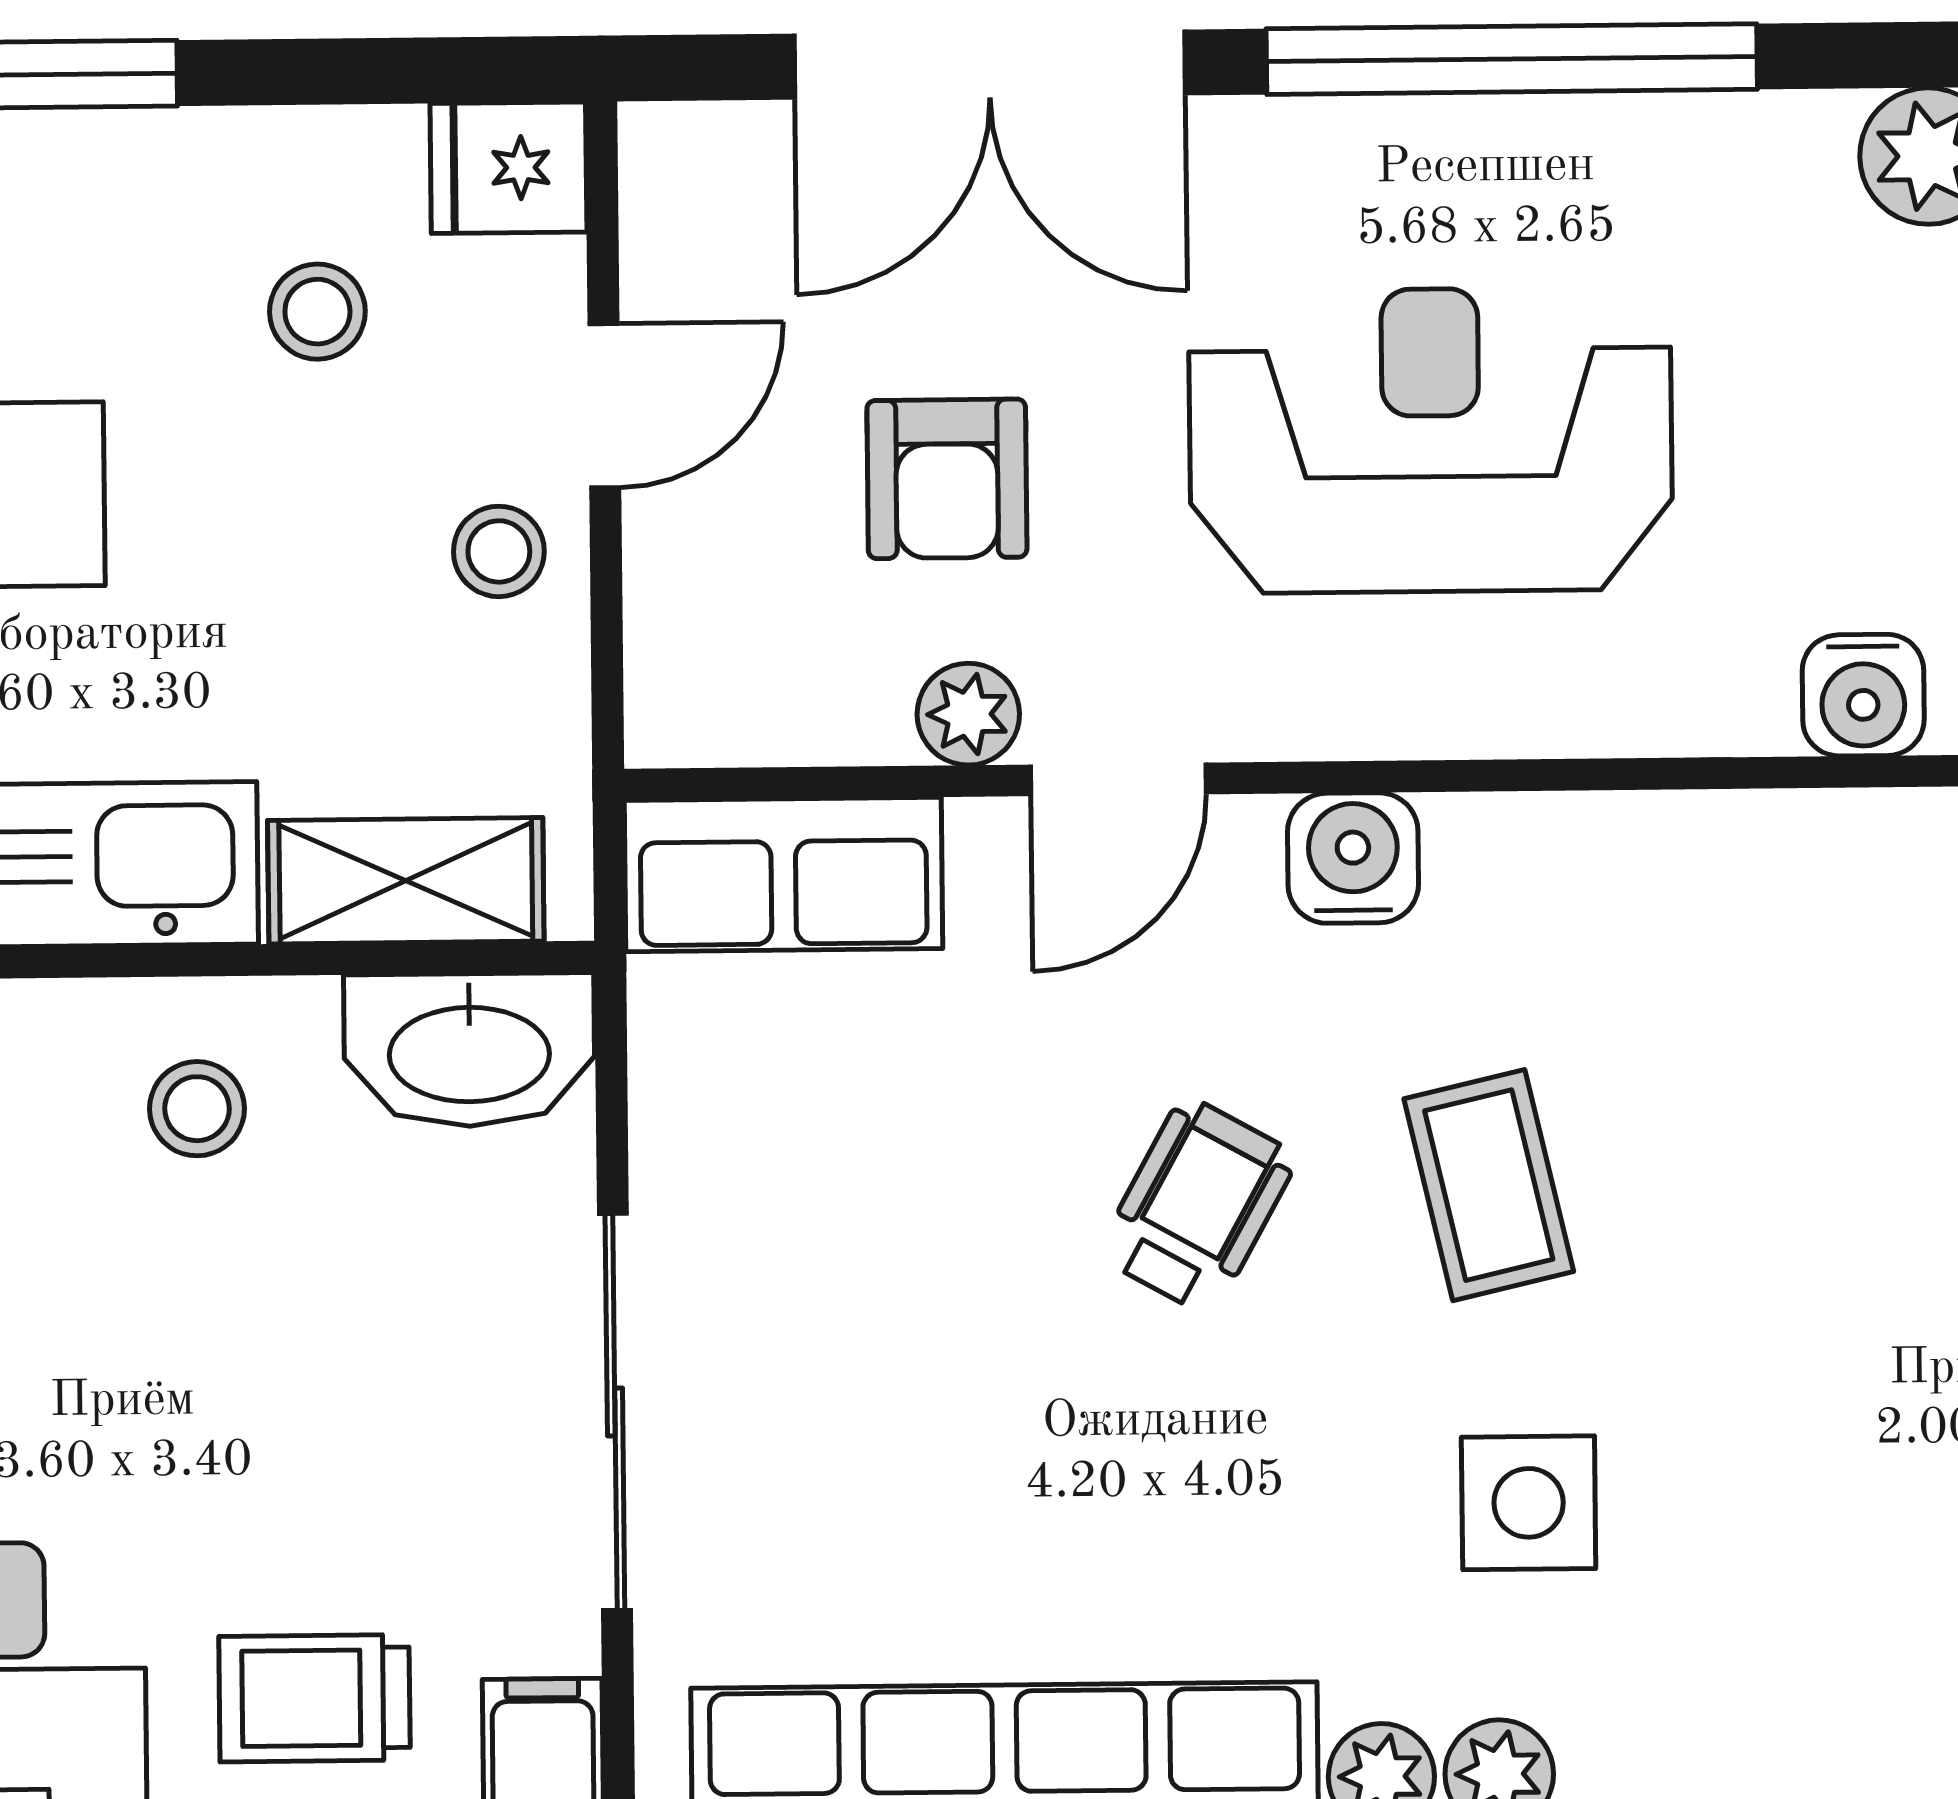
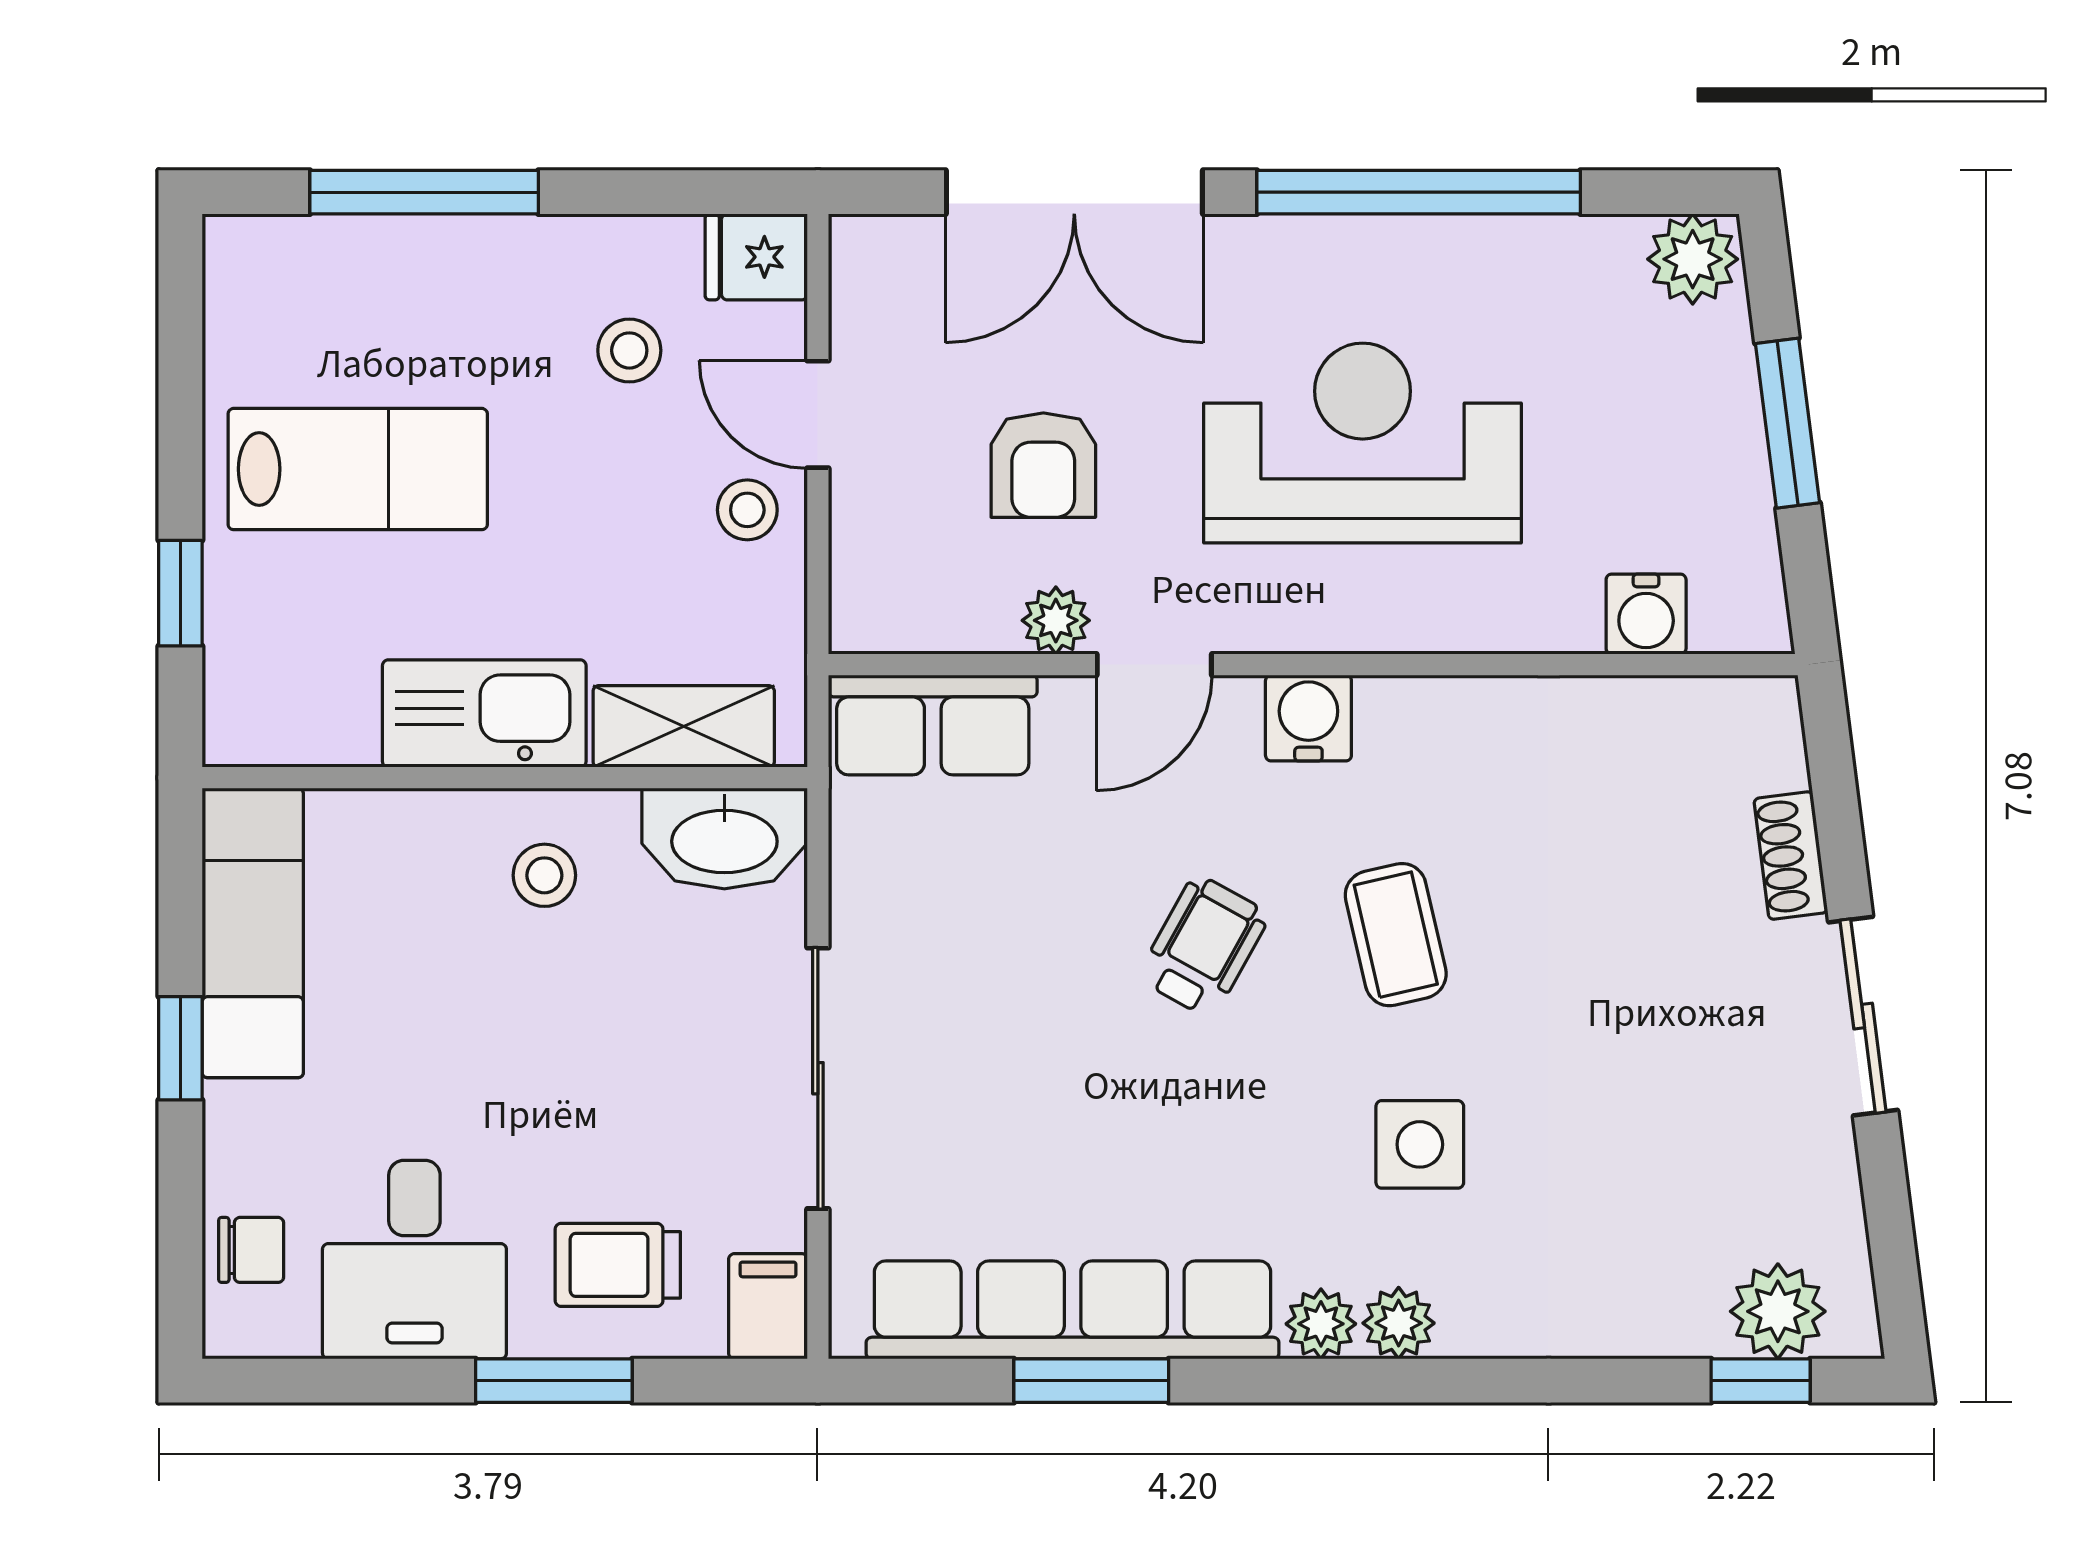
door: (604, 406) -> (818, 414), swing flipped

